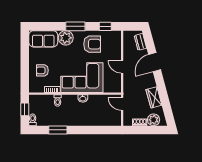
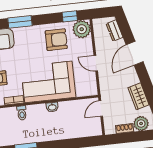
window: (75, 26) -> (20, 22), moved
plant: (66, 38) -> (82, 29), moved
door: (122, 104) -> (101, 108), hinge flipped

